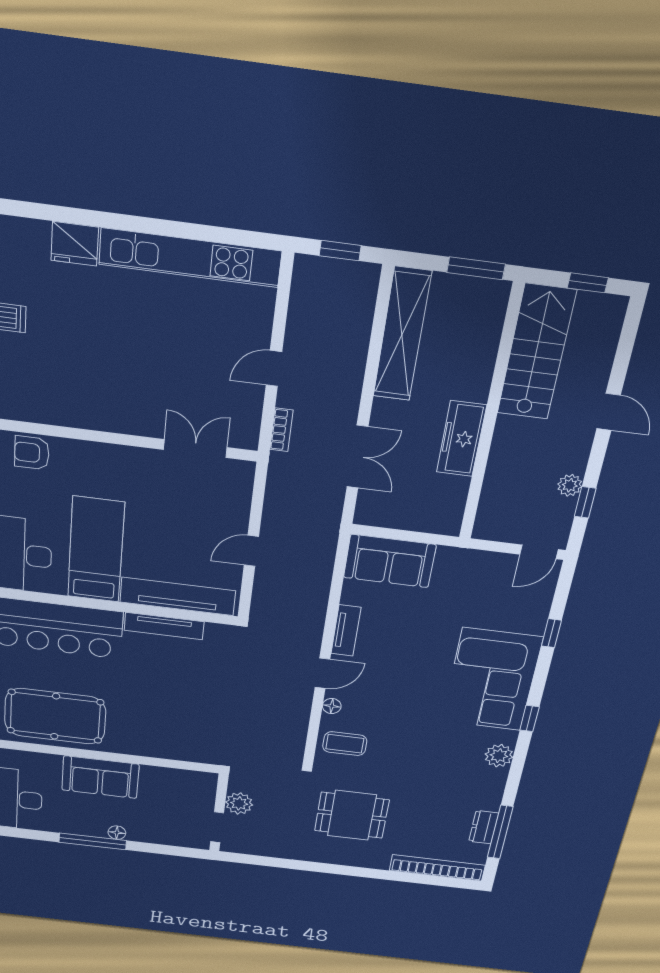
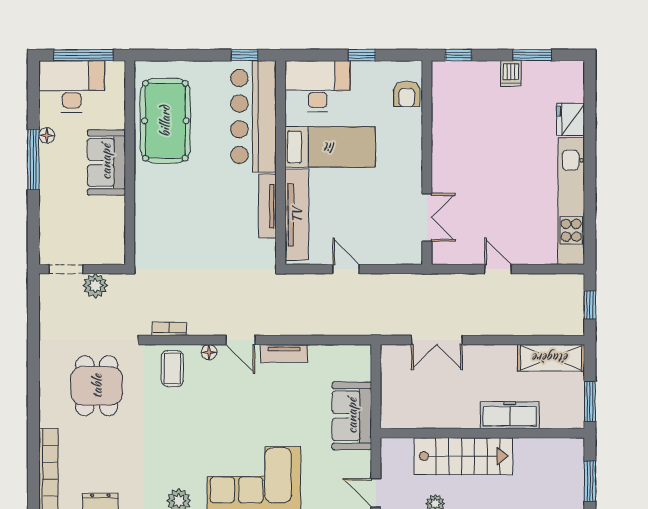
window: (588, 283) -> (590, 481), width x1.50
shelving: (402, 335) -> (551, 358), width x0.68
stairs: (536, 352) -> (463, 456), moved
bookcase: (281, 430) -> (169, 329), moved, turned 180
freezer: (461, 439) -> (510, 415), moved
armchair: (32, 453) -> (407, 94), turned 180
sofa: (390, 561) -> (352, 416), moved
floor lamp: (117, 833) -> (47, 135), moved

